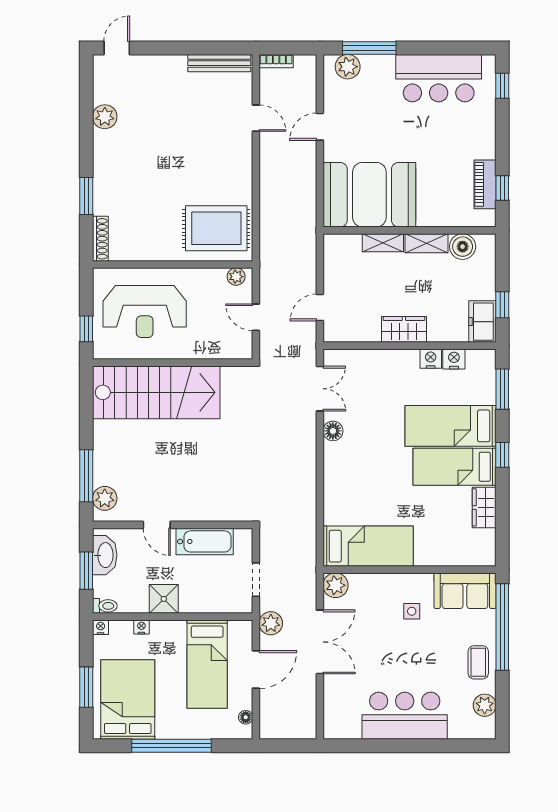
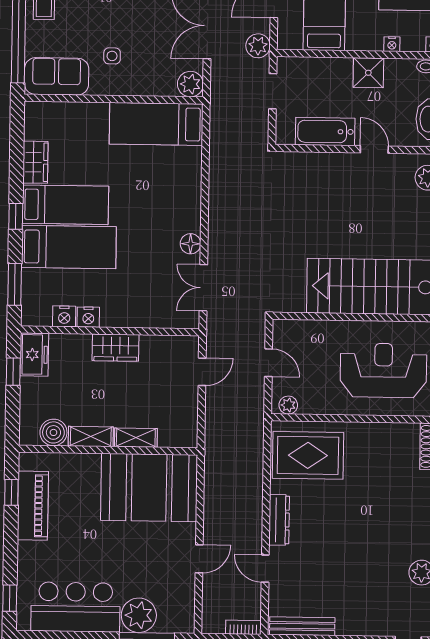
plant: (348, 67) -> (139, 615), moved, width x1.36, depth x1.36
dresser: (243, 165) -> (279, 520), added
piano: (485, 184) -> (33, 506), width x1.37, depth x1.33

